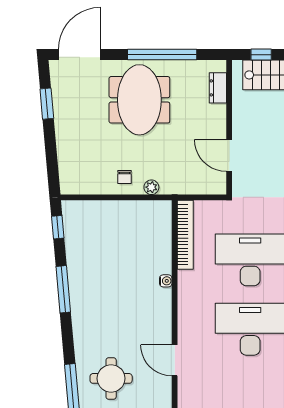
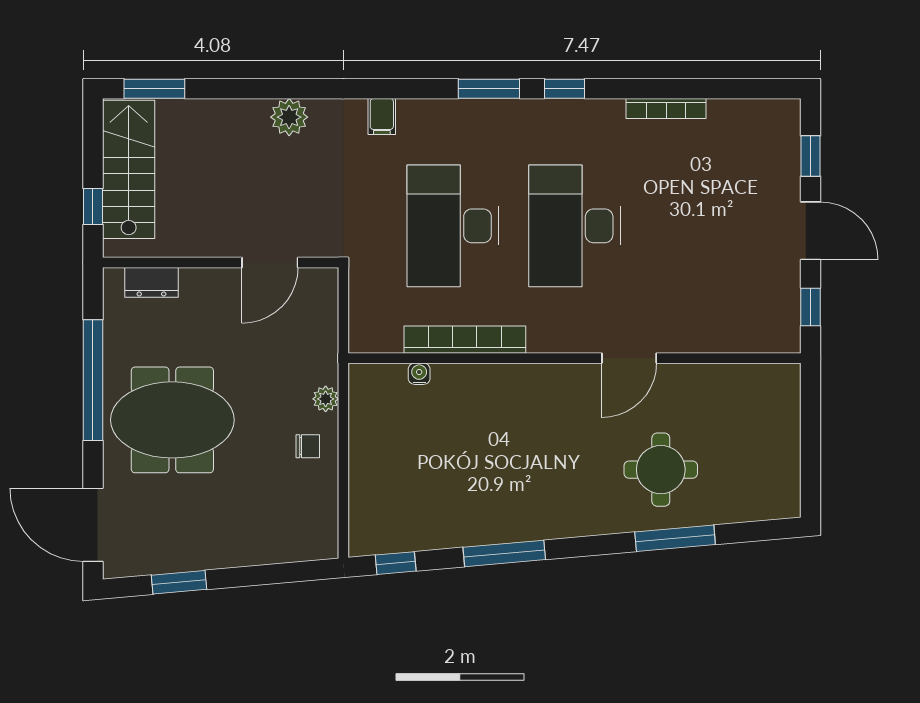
bookcase: (185, 235) -> (465, 340), moved
water cooler: (166, 281) -> (419, 374), moved

